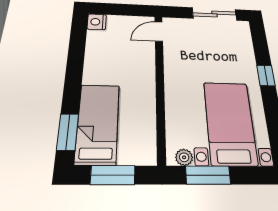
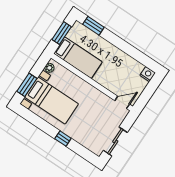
door: (159, 31) -> (122, 102), hinge flipped
bed: (98, 123) -> (78, 58), moved
window: (208, 175) -> (27, 85), moved

